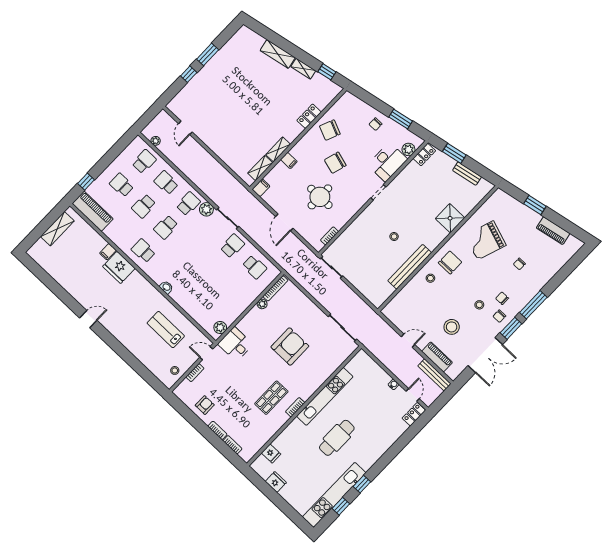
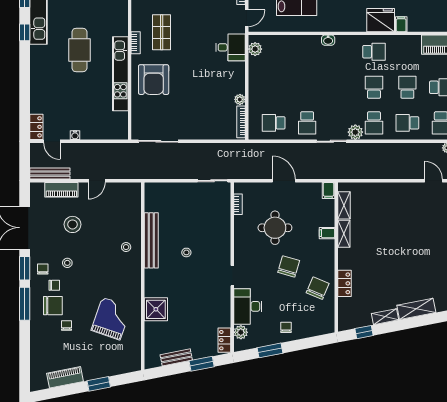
school desk: (166, 183) -> (407, 123), turned 180
chair: (450, 262) -> (53, 306), moved, turned -90
armchair: (290, 346) -> (154, 80), moved

